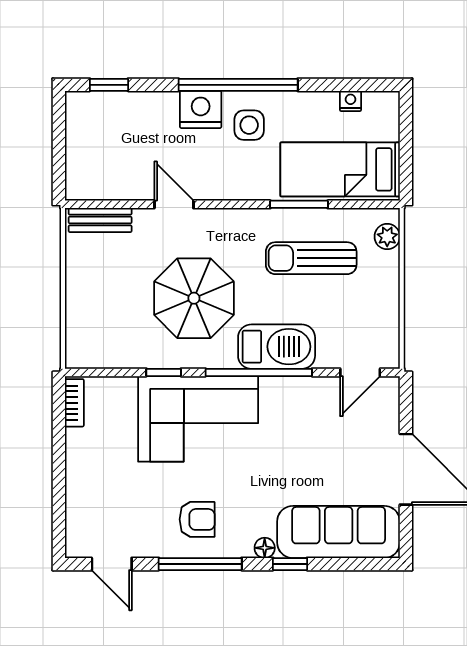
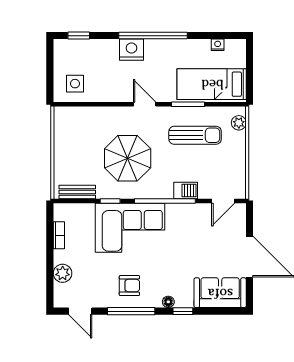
side table: (249, 125) -> (75, 84), moved
door: (174, 204) -> (145, 104), moved
bench: (100, 220) -> (77, 192), moved
sun lounger: (311, 258) -> (195, 135), turned 180
barbecue: (277, 347) -> (186, 191), width x0.53, depth x0.65
bookcase: (74, 403) -> (59, 235), moved
plant: (81, 498) -> (63, 273), added
sofa: (339, 532) -> (220, 293), width x0.73

